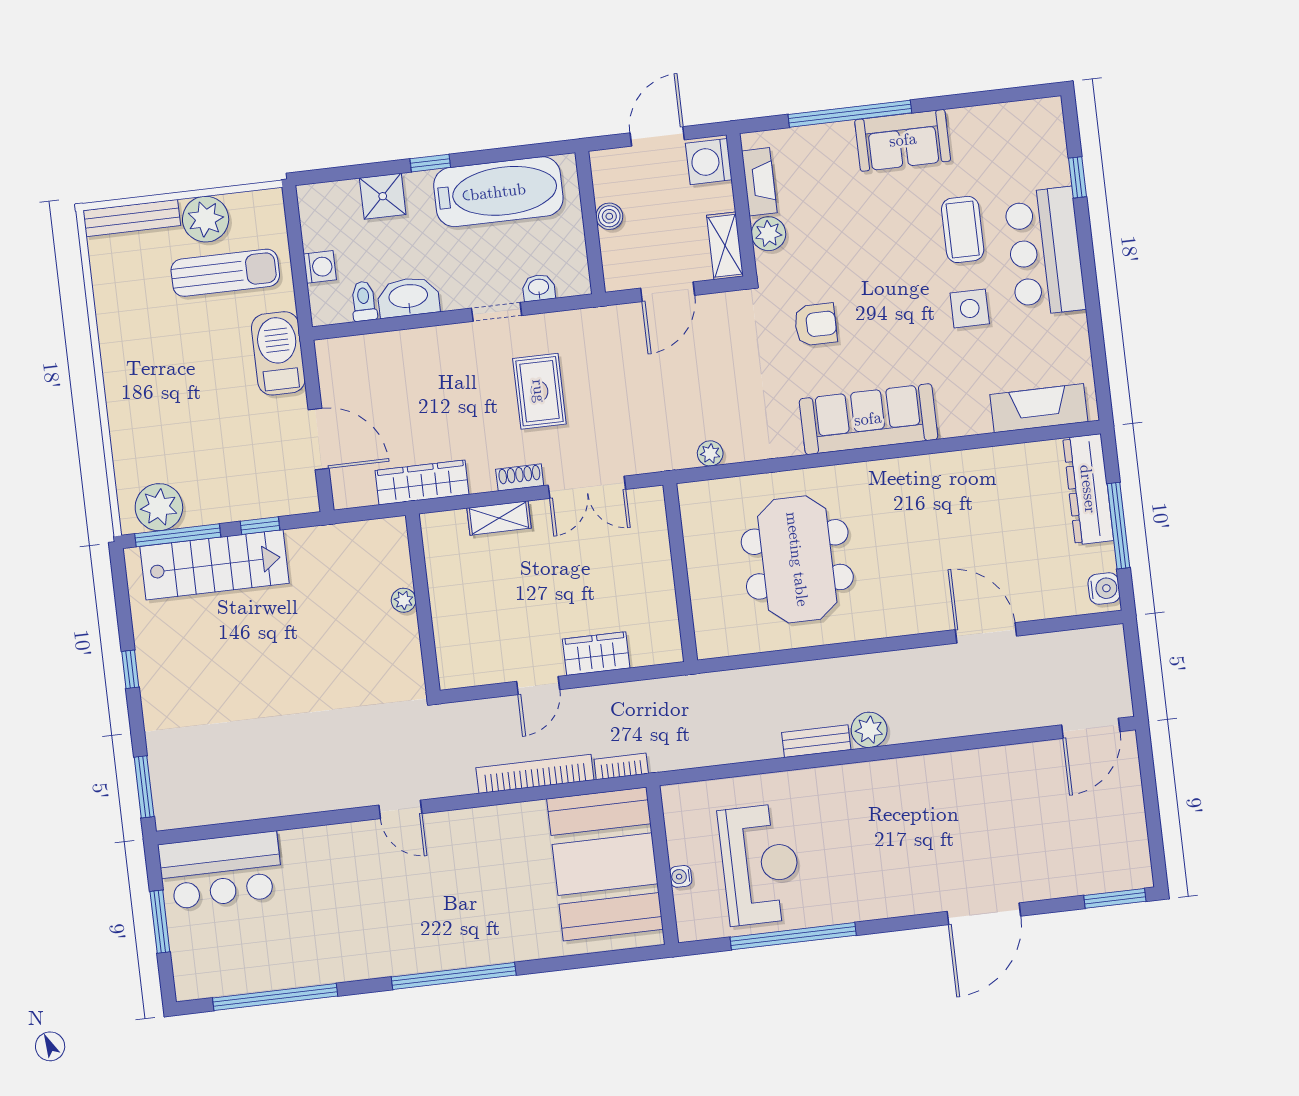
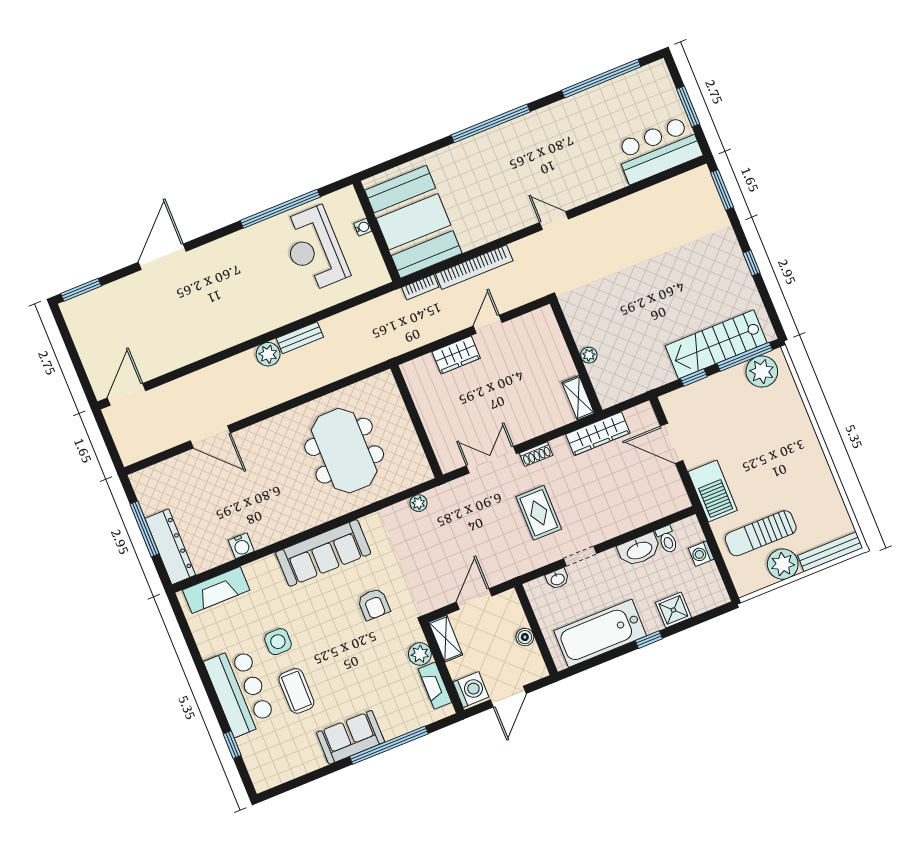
armchair: (816, 324) -> (374, 604), turned -90
shelving: (499, 518) -> (578, 398), moved, turned 90
water cooler: (1104, 588) -> (241, 546), moved, turned -90

